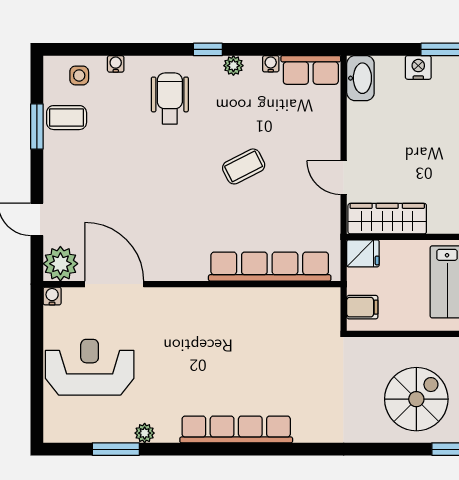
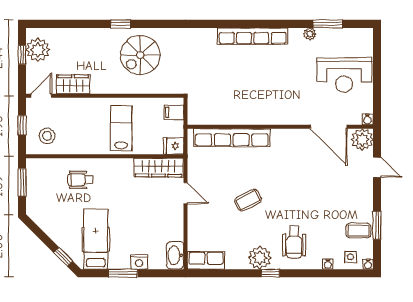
water cooler: (271, 64) -> (368, 264), moved
plant: (233, 66) -> (260, 258), width x1.88, depth x1.88

